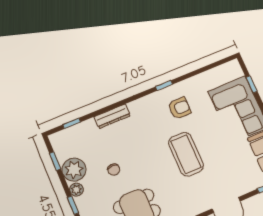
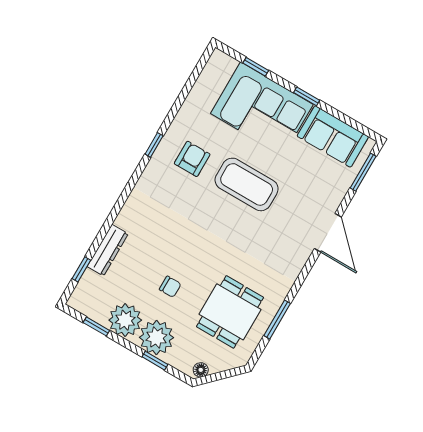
dresser: (112, 116) -> (108, 250), moved
coffee table: (186, 154) -> (247, 184), moved
plant: (76, 190) -> (156, 338), width x1.88, depth x1.88

